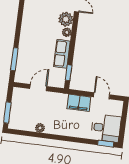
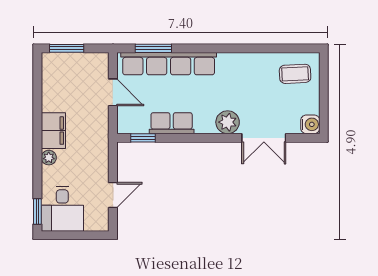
plant: (67, 32) -> (207, 126), removed
row of seats: (25, 51) -> (169, 64), added
filing cabinet: (79, 103) -> (53, 131), moved, turned 180
plant: (40, 128) -> (49, 158), moved

